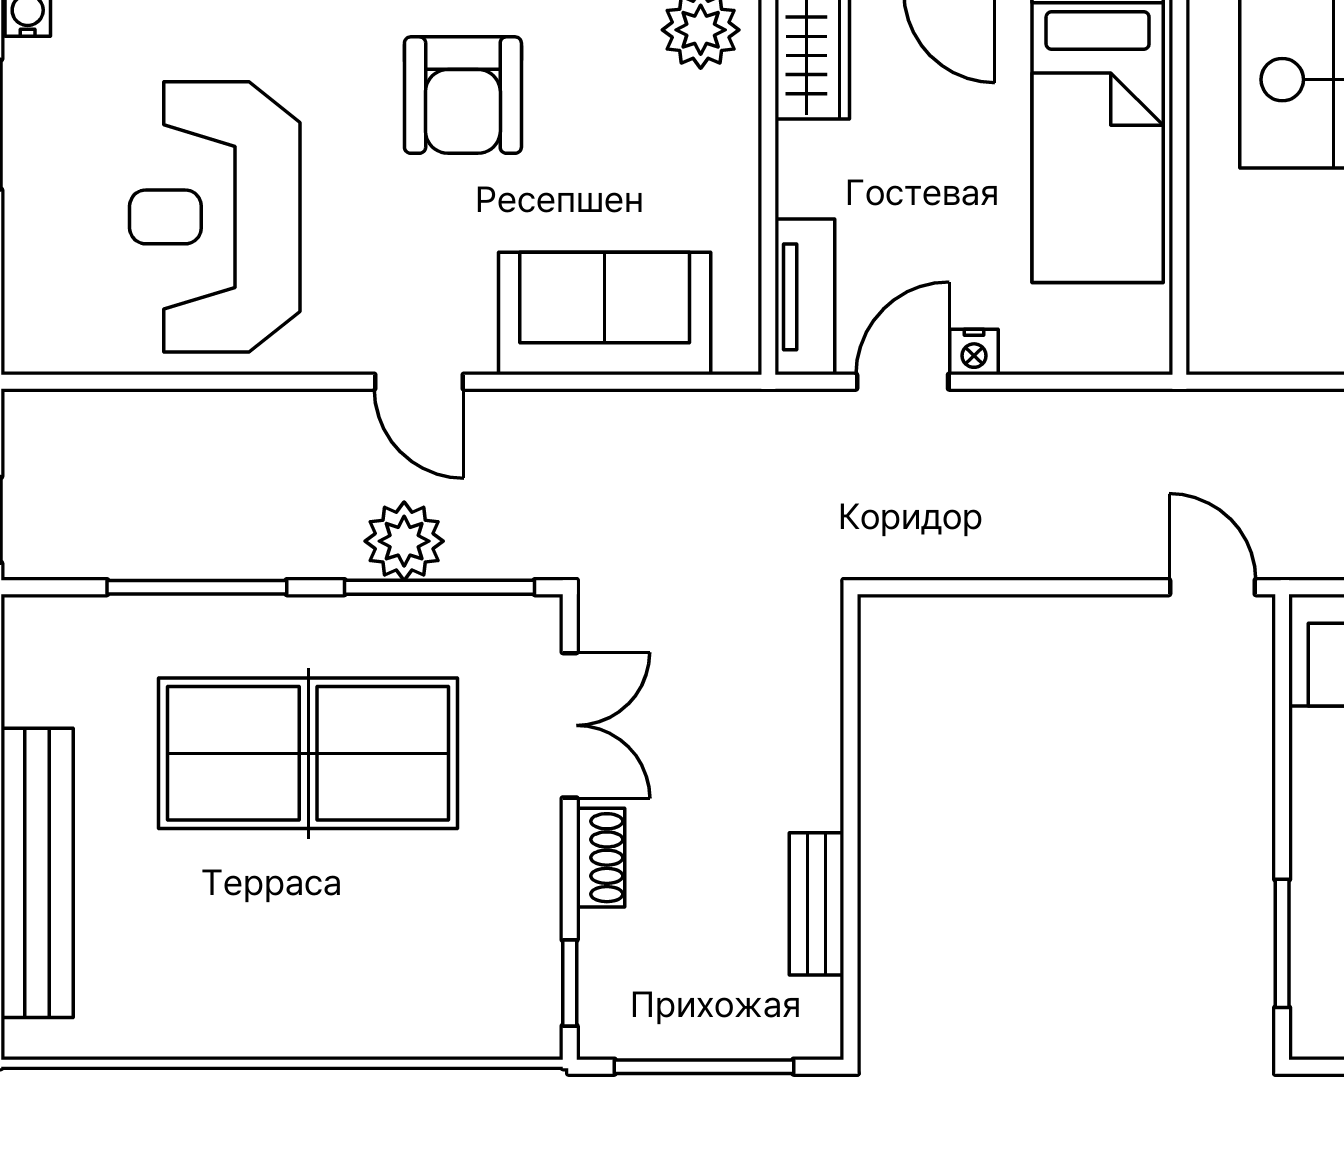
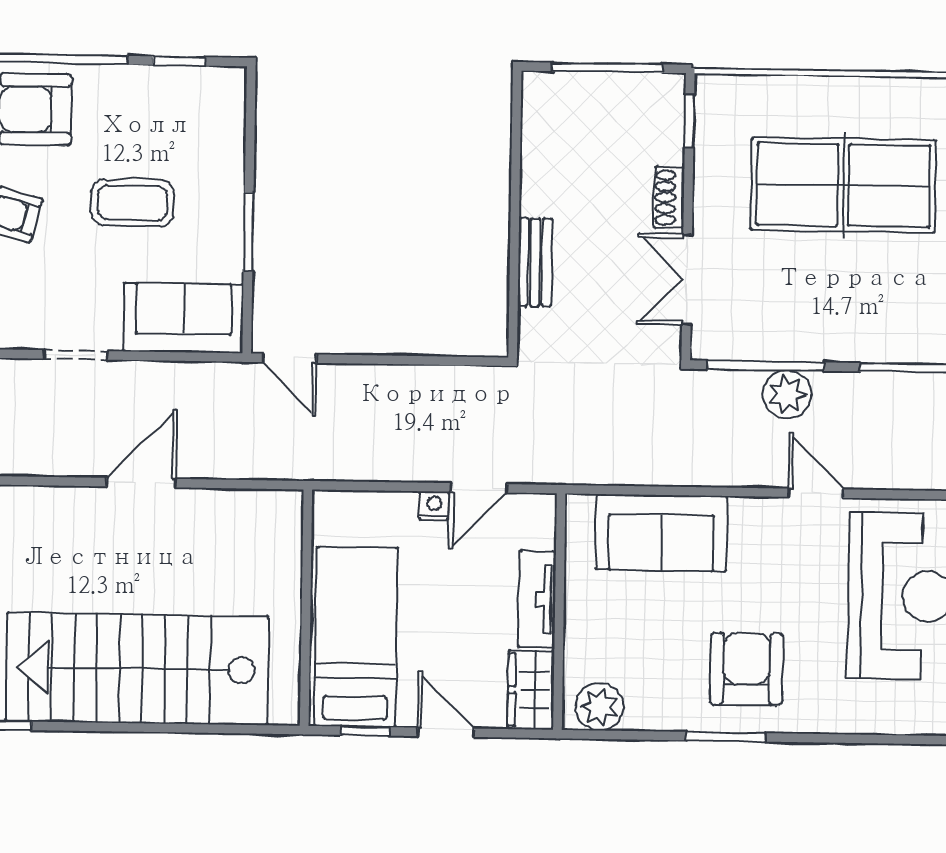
tv unit: (805, 297) -> (537, 599), moved
door: (419, 382) -> (816, 493), moved
table tennis table: (308, 753) -> (843, 185), moved
bench: (817, 904) -> (535, 262), moved
window: (1282, 943) -> (249, 232), moved

